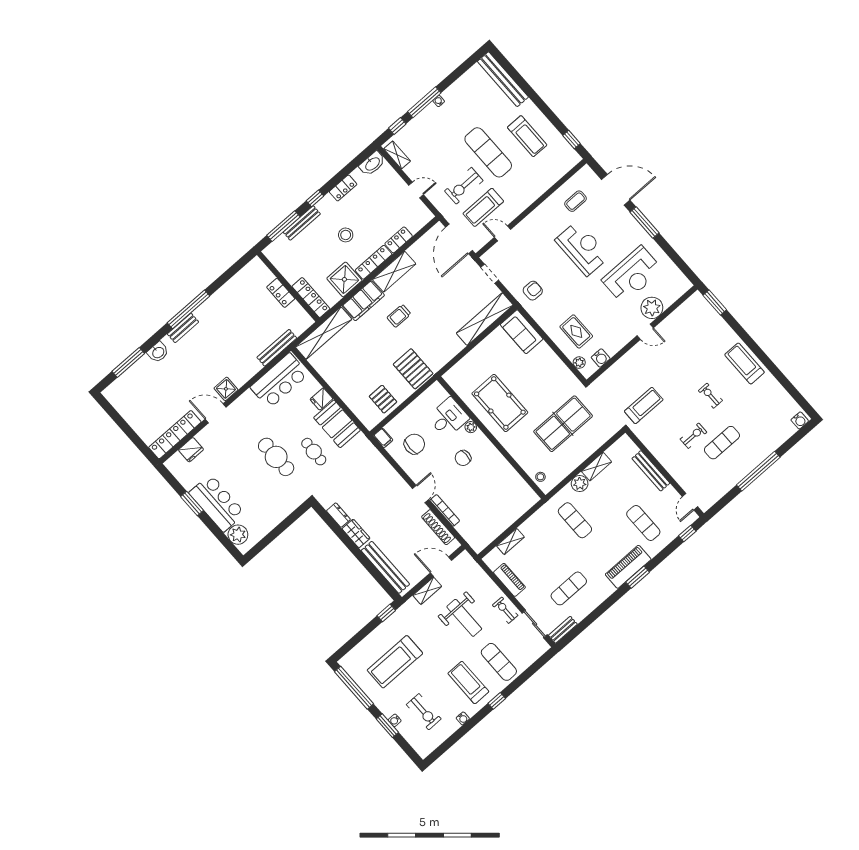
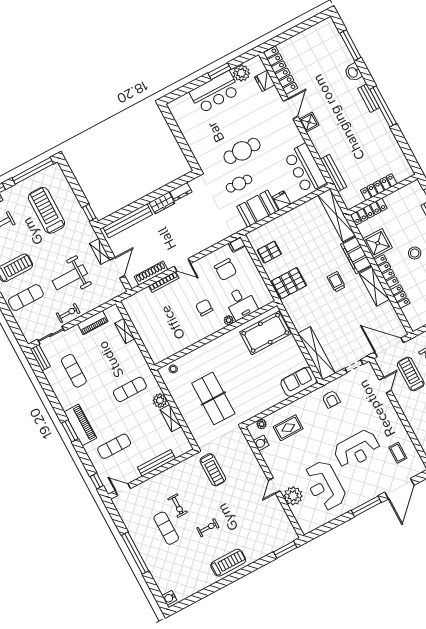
locker: (281, 293) -> (379, 187), width x1.53
pool table: (500, 403) -> (265, 333), moved
plant: (238, 535) -> (241, 73), moved

